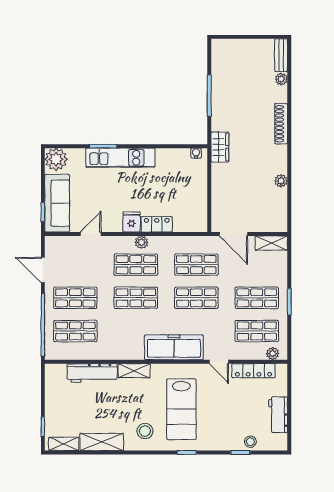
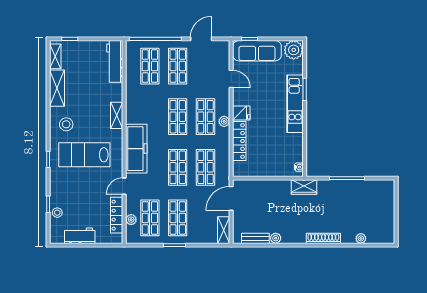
bench: (281, 55) -> (255, 238), moved
locker: (157, 224) -> (239, 141), width x1.53
plant: (273, 353) -> (131, 220), moved
workbench: (92, 373) -> (115, 61), moved

